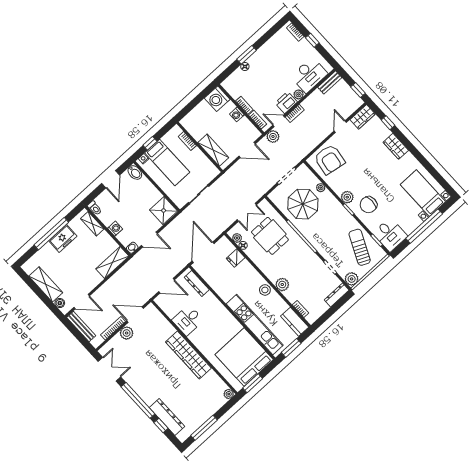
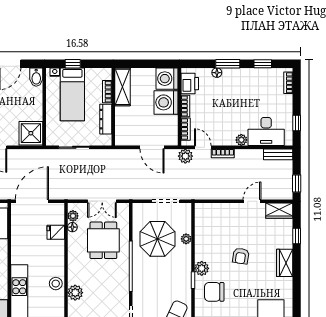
window: (268, 35) -> (263, 64), added
window: (312, 40) -> (297, 123), moved
printer: (286, 102) -> (190, 84), moved, turned 90
washing machine: (237, 114) -> (166, 102), width x1.89, depth x1.89
shelving: (213, 150) -> (122, 87), moved
dresser: (202, 159) -> (106, 119), added
armchair: (329, 159) -> (241, 256), moved, width x0.53, depth x0.53

